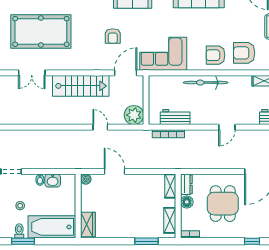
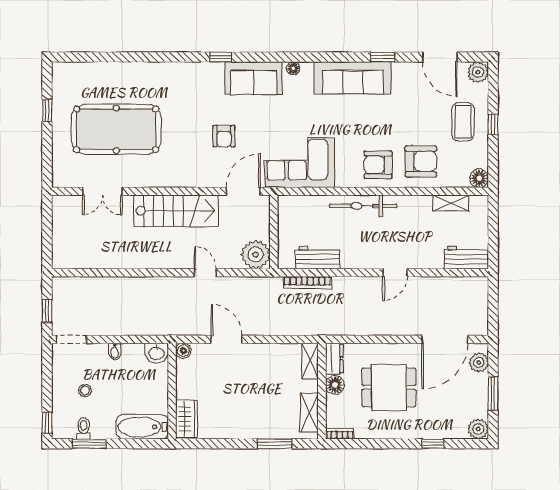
armchair: (244, 53) -> (421, 161), turned 180
washbasin: (53, 181) -> (157, 353), moved
dining table: (223, 204) -> (389, 387), turned 90
bathtub: (52, 227) -> (142, 427), width x0.73, depth x0.73

